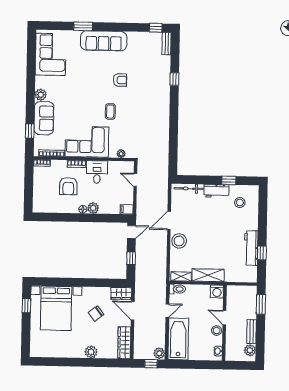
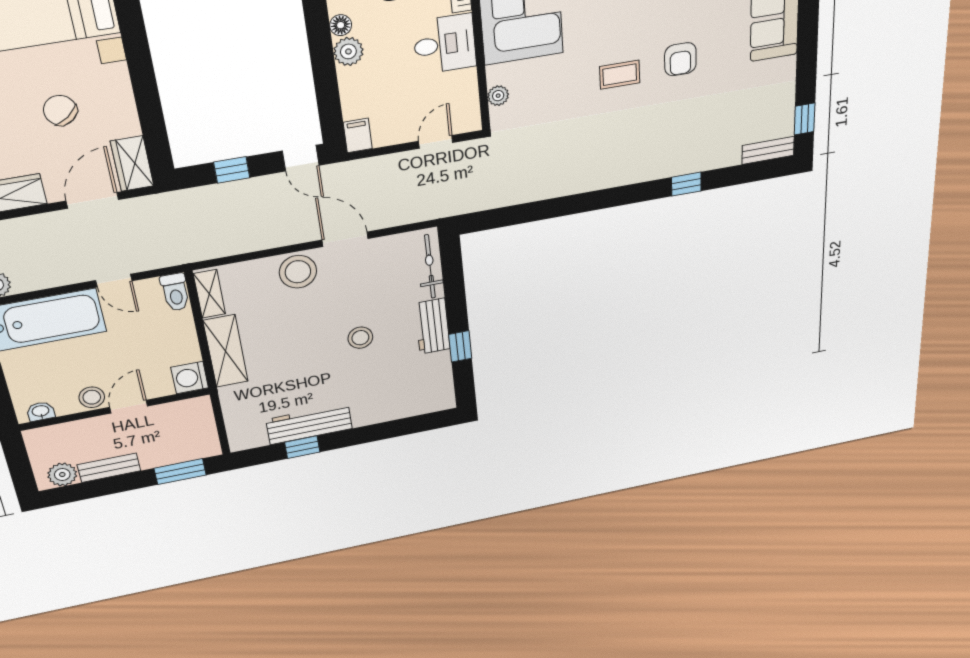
coffee table: (110, 111) -> (620, 75), moved
stool: (240, 203) -> (360, 338), moved

